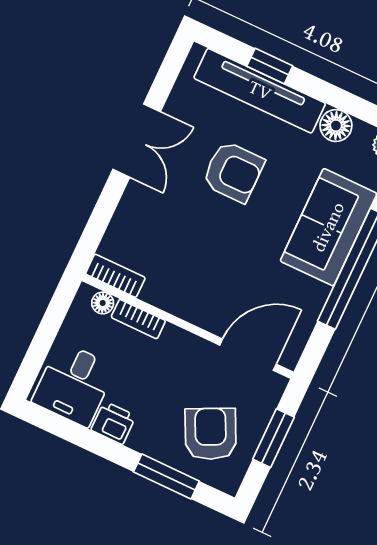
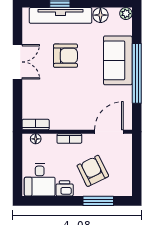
bookcase: (138, 319) -> (69, 139), moved
armchair: (211, 434) -> (93, 171), moved
window: (273, 438) -> (137, 163), removed

